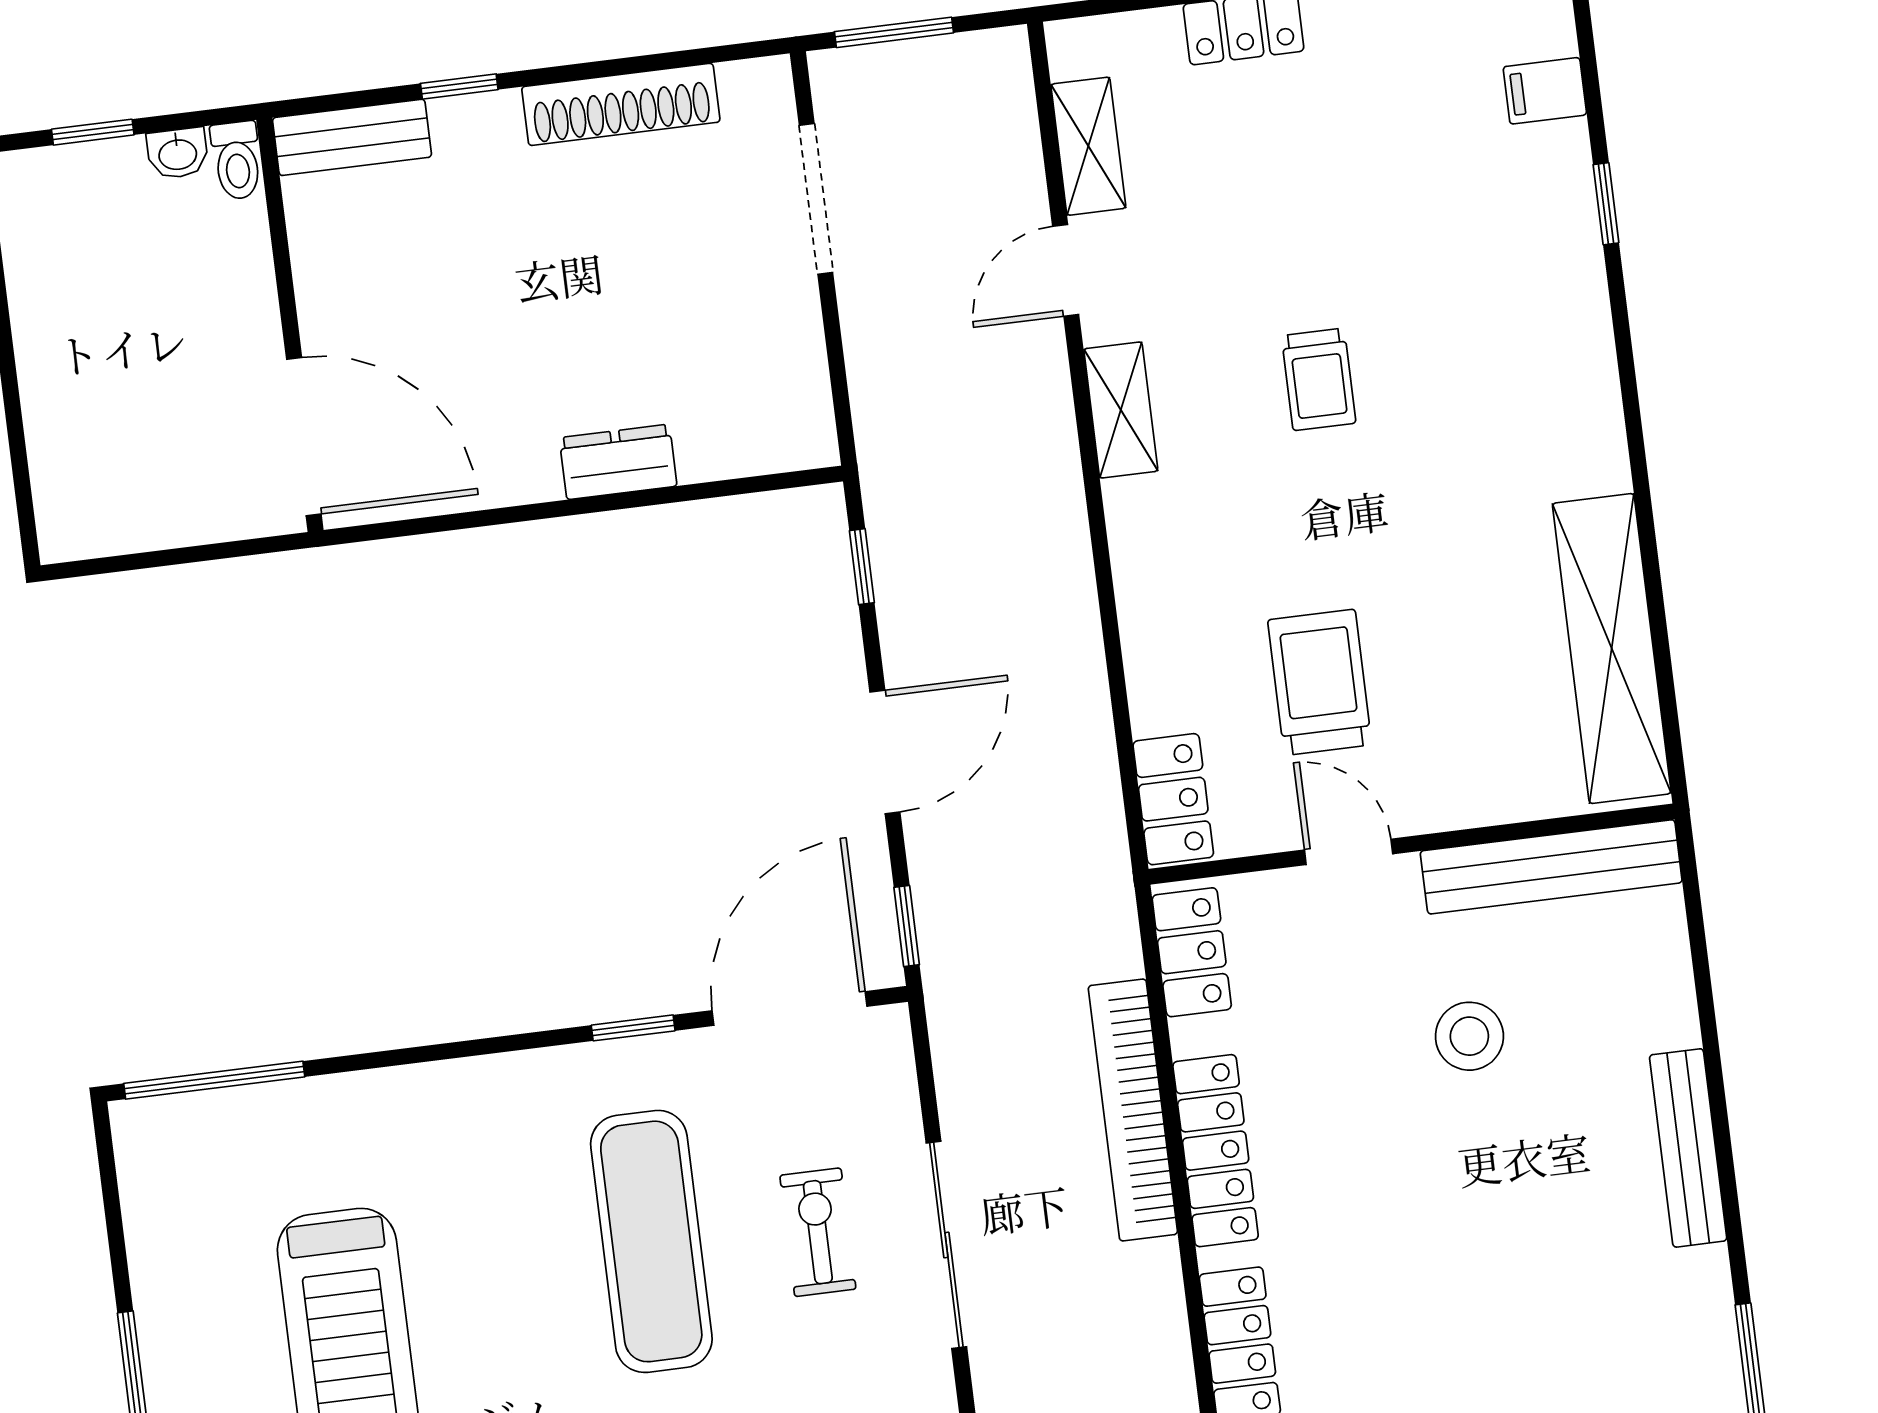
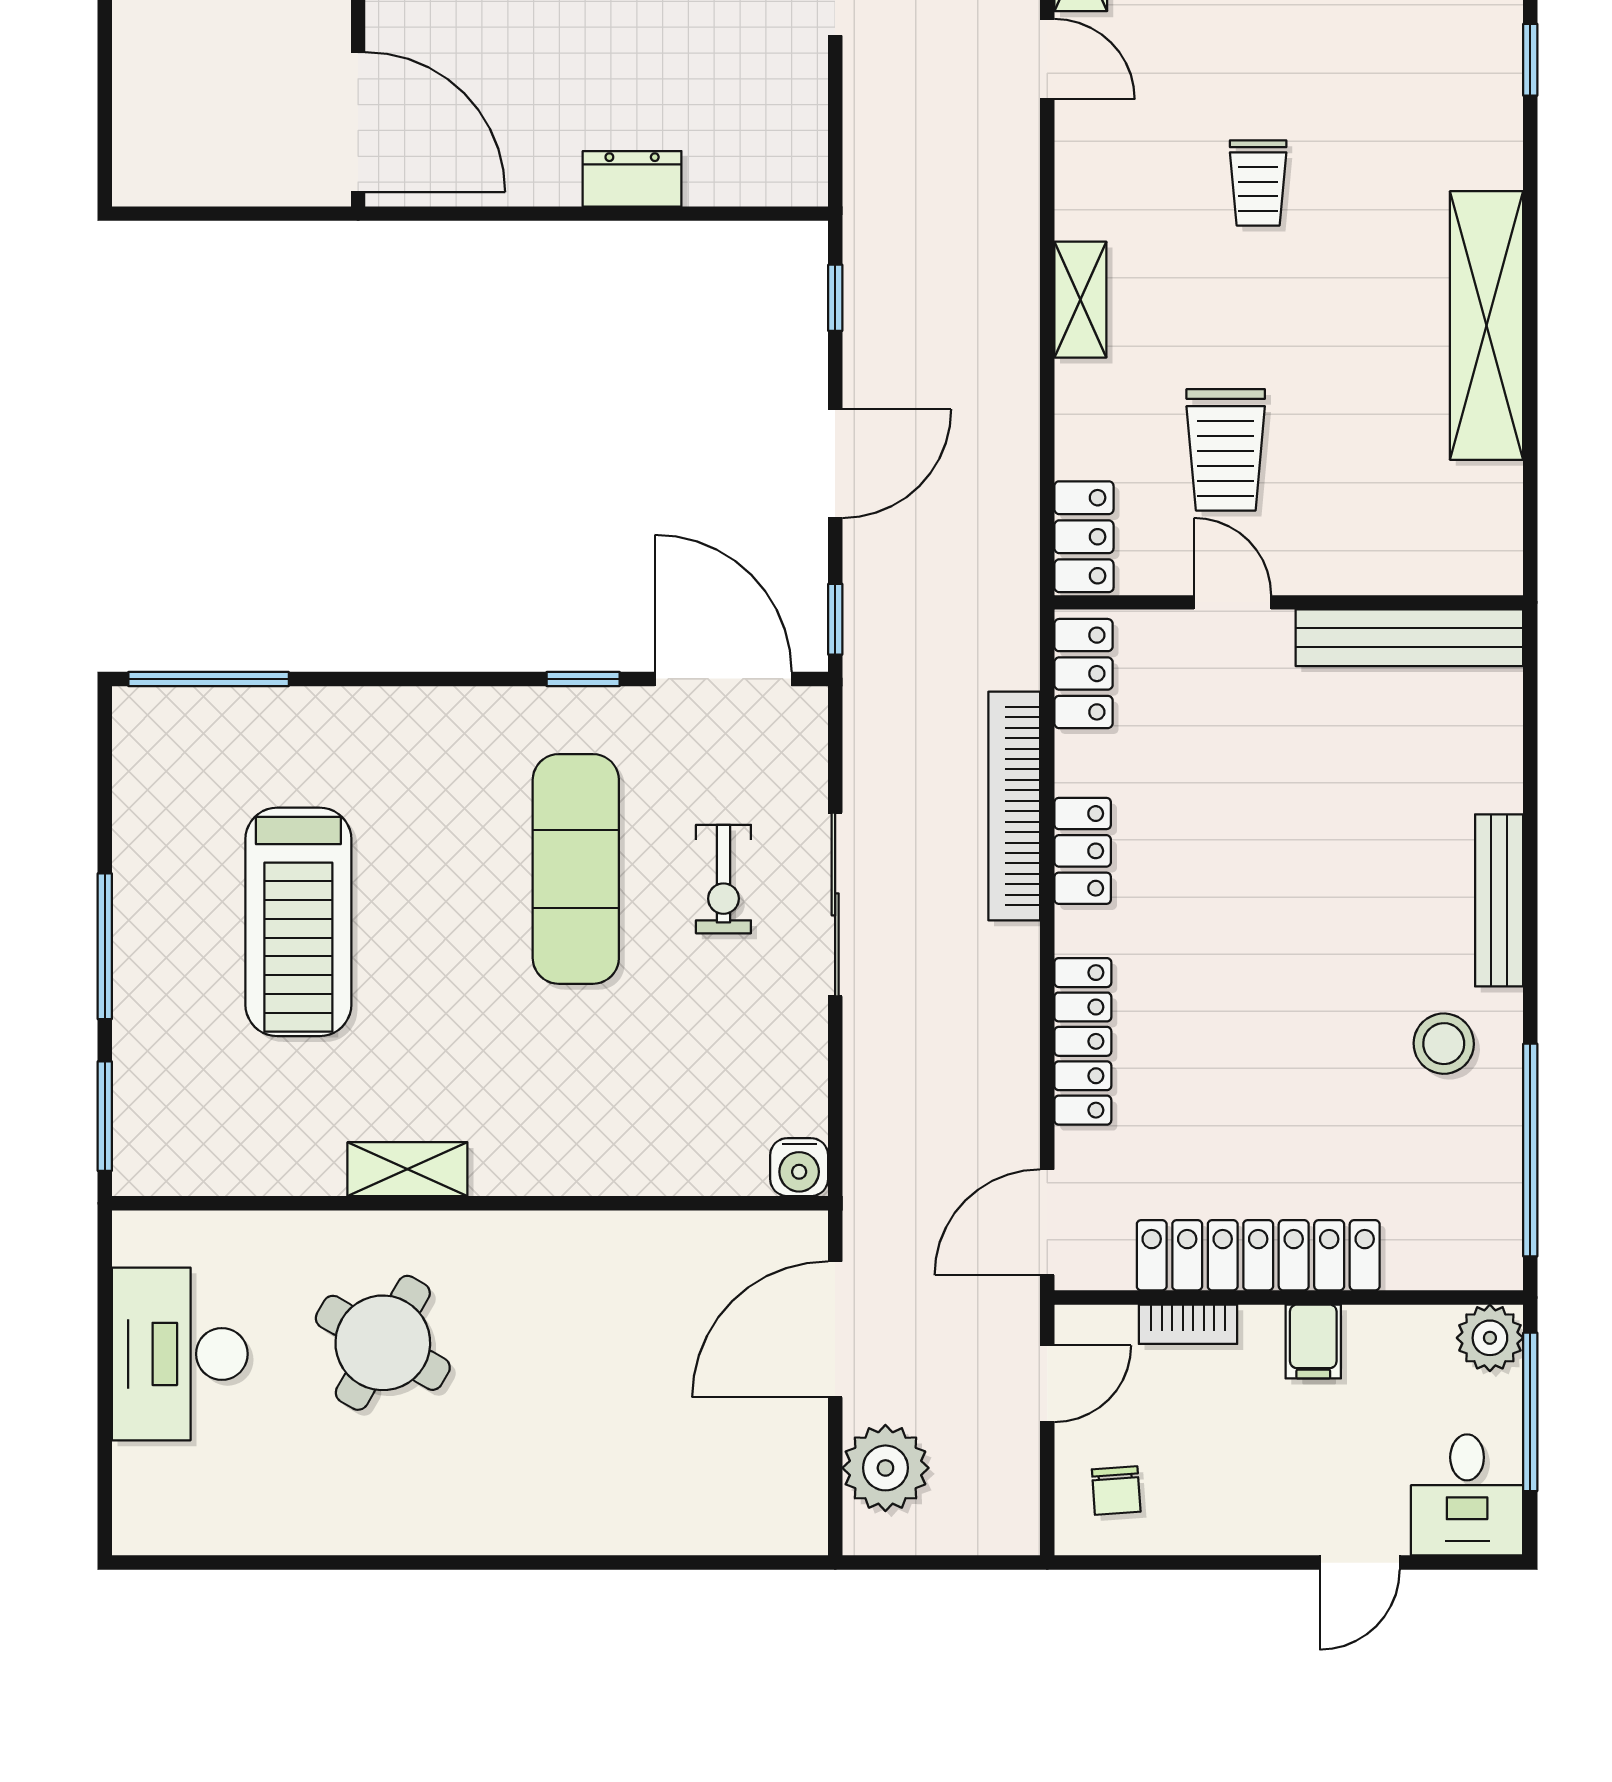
door: (1066, 270) -> (1047, 59), swing flipped
shelving: (1121, 410) -> (1080, 300), moved
shelving: (1612, 649) -> (1487, 326), moved
trolley: (1320, 682) -> (1226, 450), turned 180
door: (790, 1008) -> (723, 679), hinge flipped
stool: (1469, 1036) -> (1444, 1044), moved
locker: (1216, 1151) -> (1083, 851), width x0.66
exercise bike: (818, 1232) -> (723, 879), turned 180

